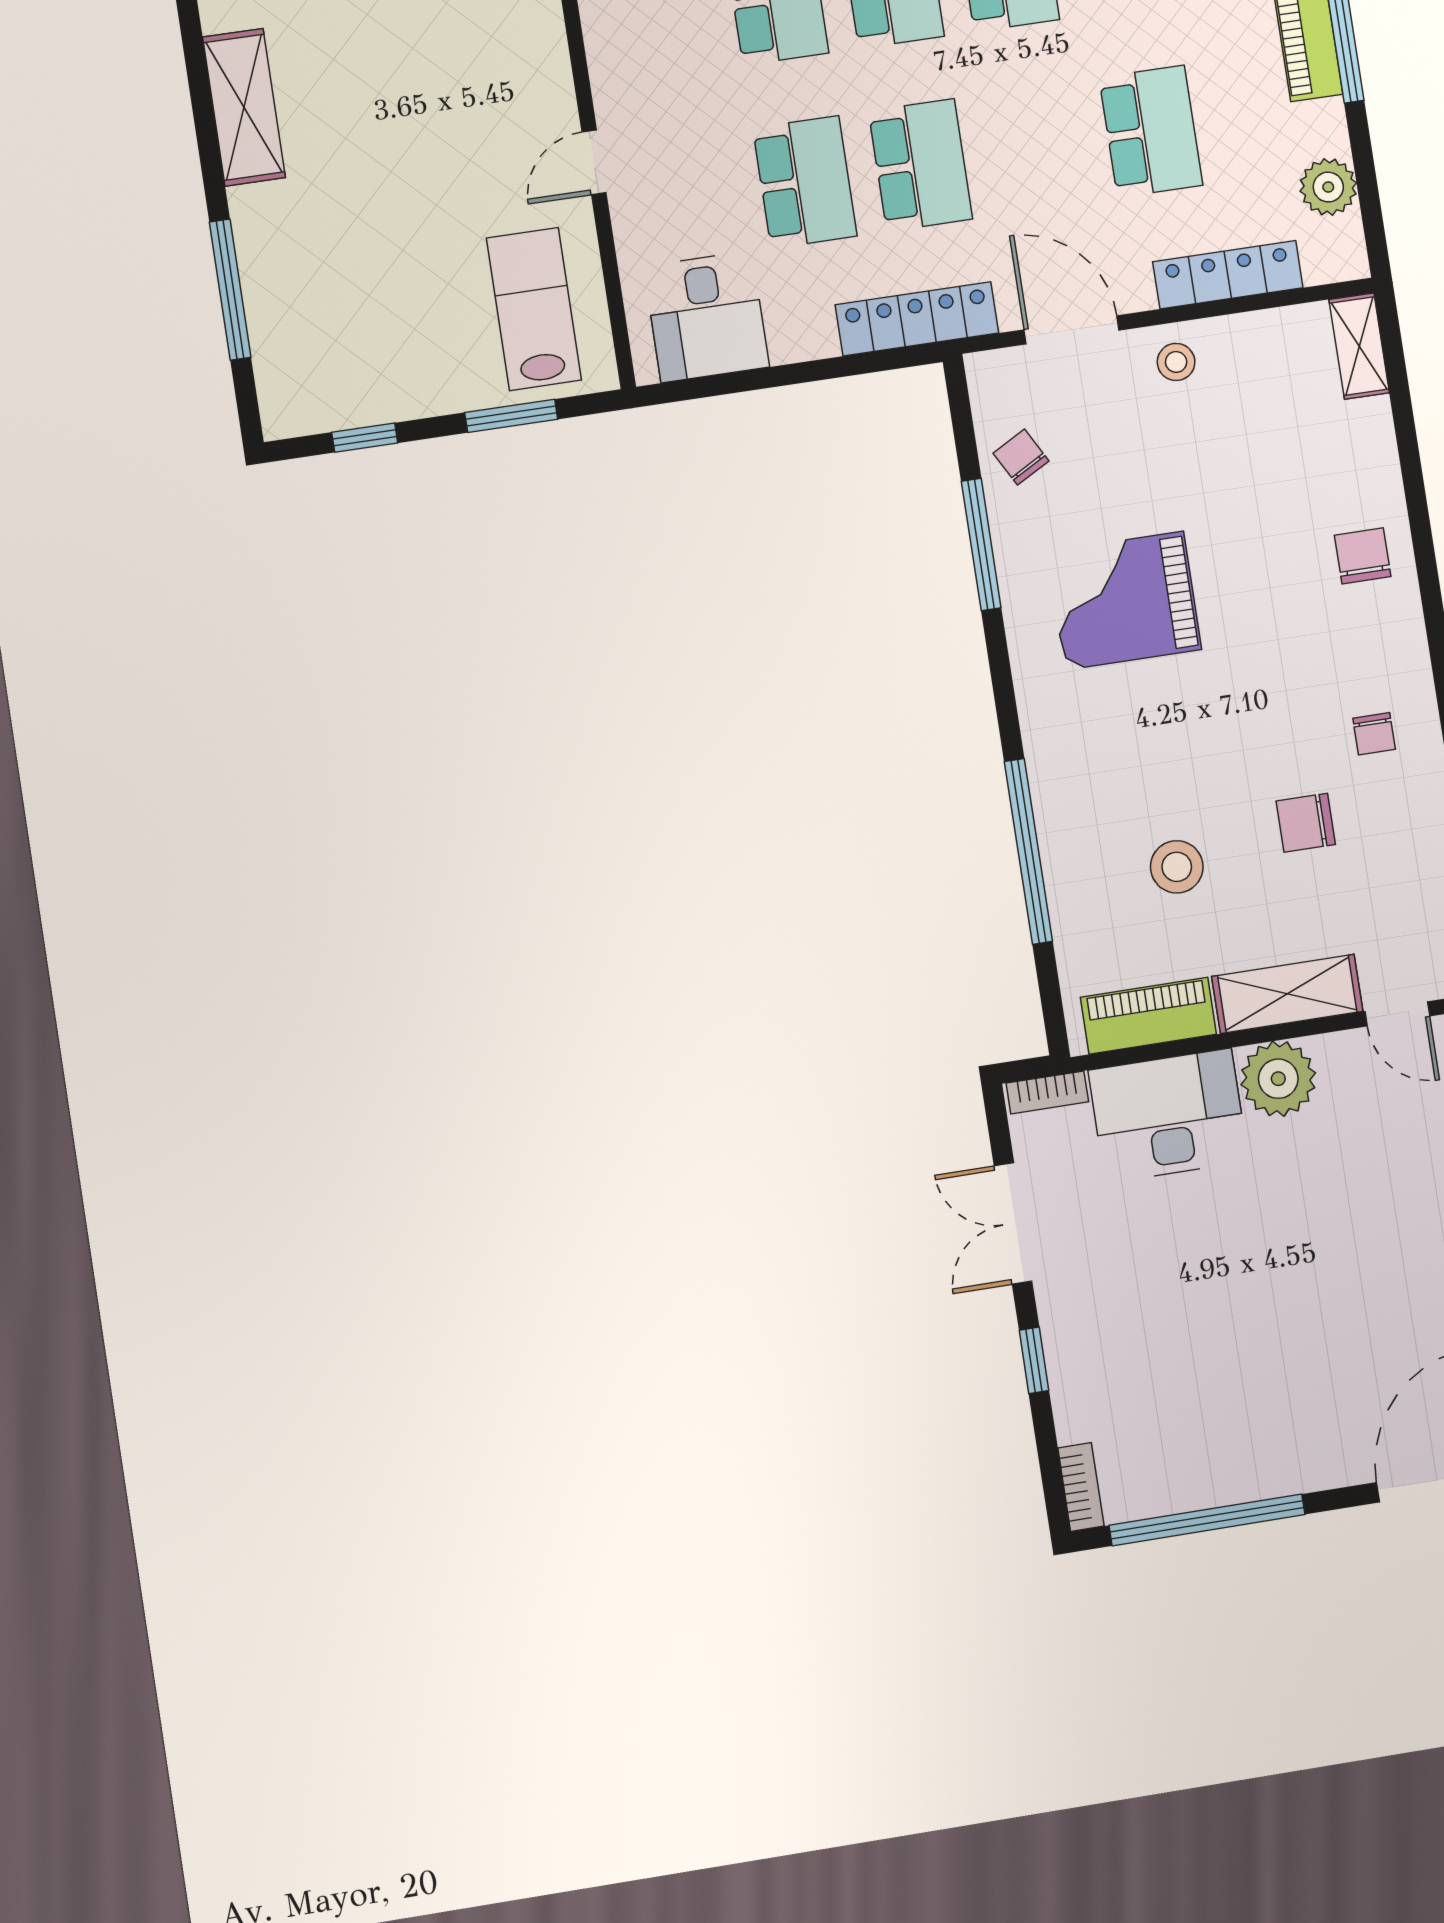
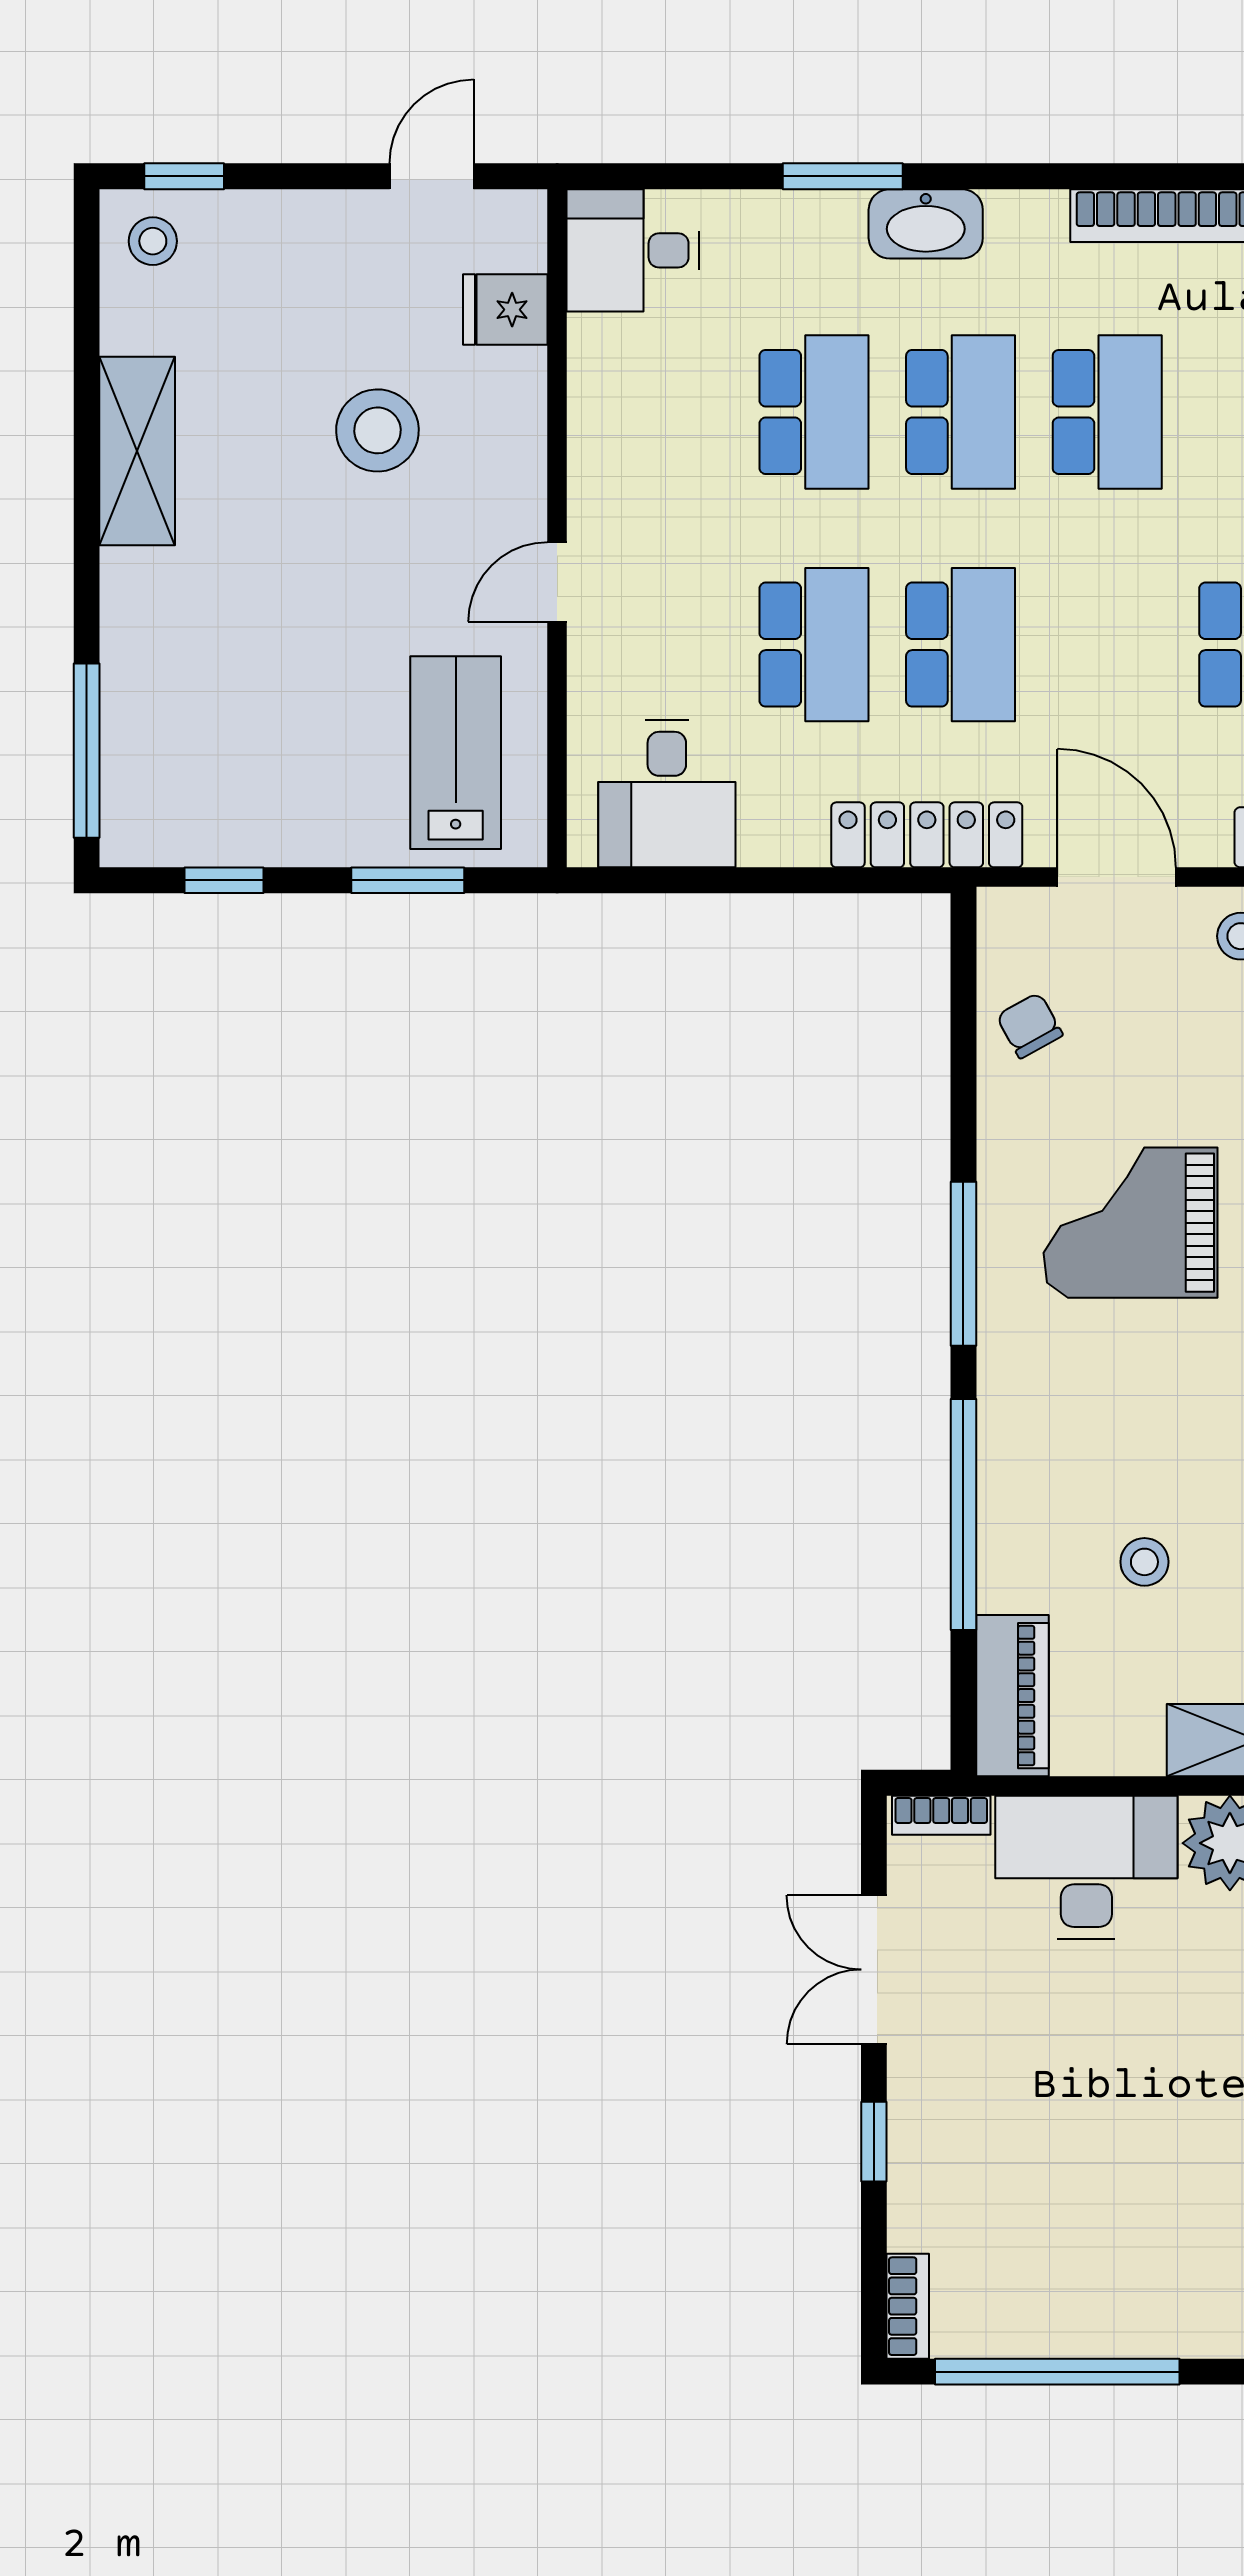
stool: (433, 63) -> (377, 430), added
window: (230, 290) -> (87, 751), moved
window: (981, 545) -> (963, 1264), moved
stool: (1177, 867) -> (1144, 1562), width x0.73, depth x0.73
piano: (1148, 1016) -> (1012, 1696), moved, turned 90

